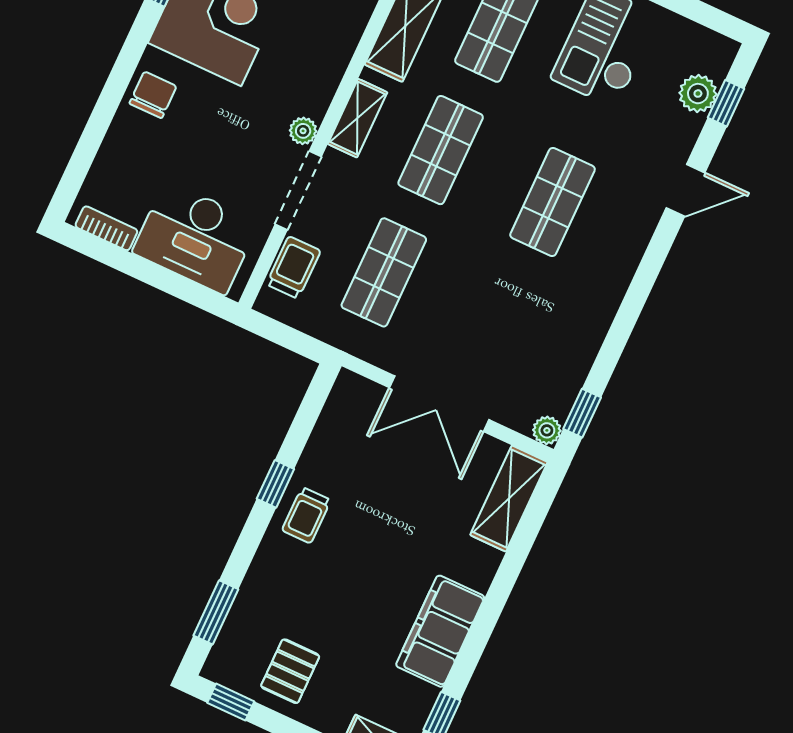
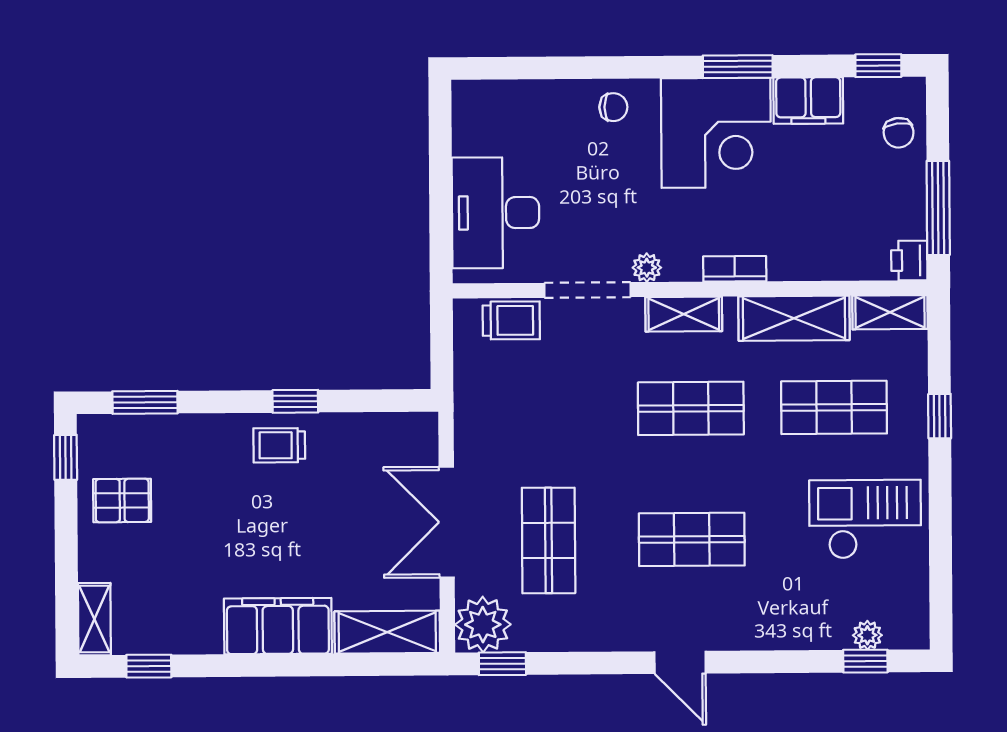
plant: (698, 94) -> (867, 635), width x0.73, depth x0.73
chair: (153, 95) -> (613, 107), width x0.73, depth x0.73
door: (686, 190) -> (680, 662), moved
bookcase: (106, 228) -> (735, 269), moved, turned -90
shop shelf: (384, 272) -> (549, 540), moved, turned 90
plant: (547, 430) -> (483, 625), width x1.88, depth x1.88
filing cabinet: (440, 631) -> (278, 626), moved

